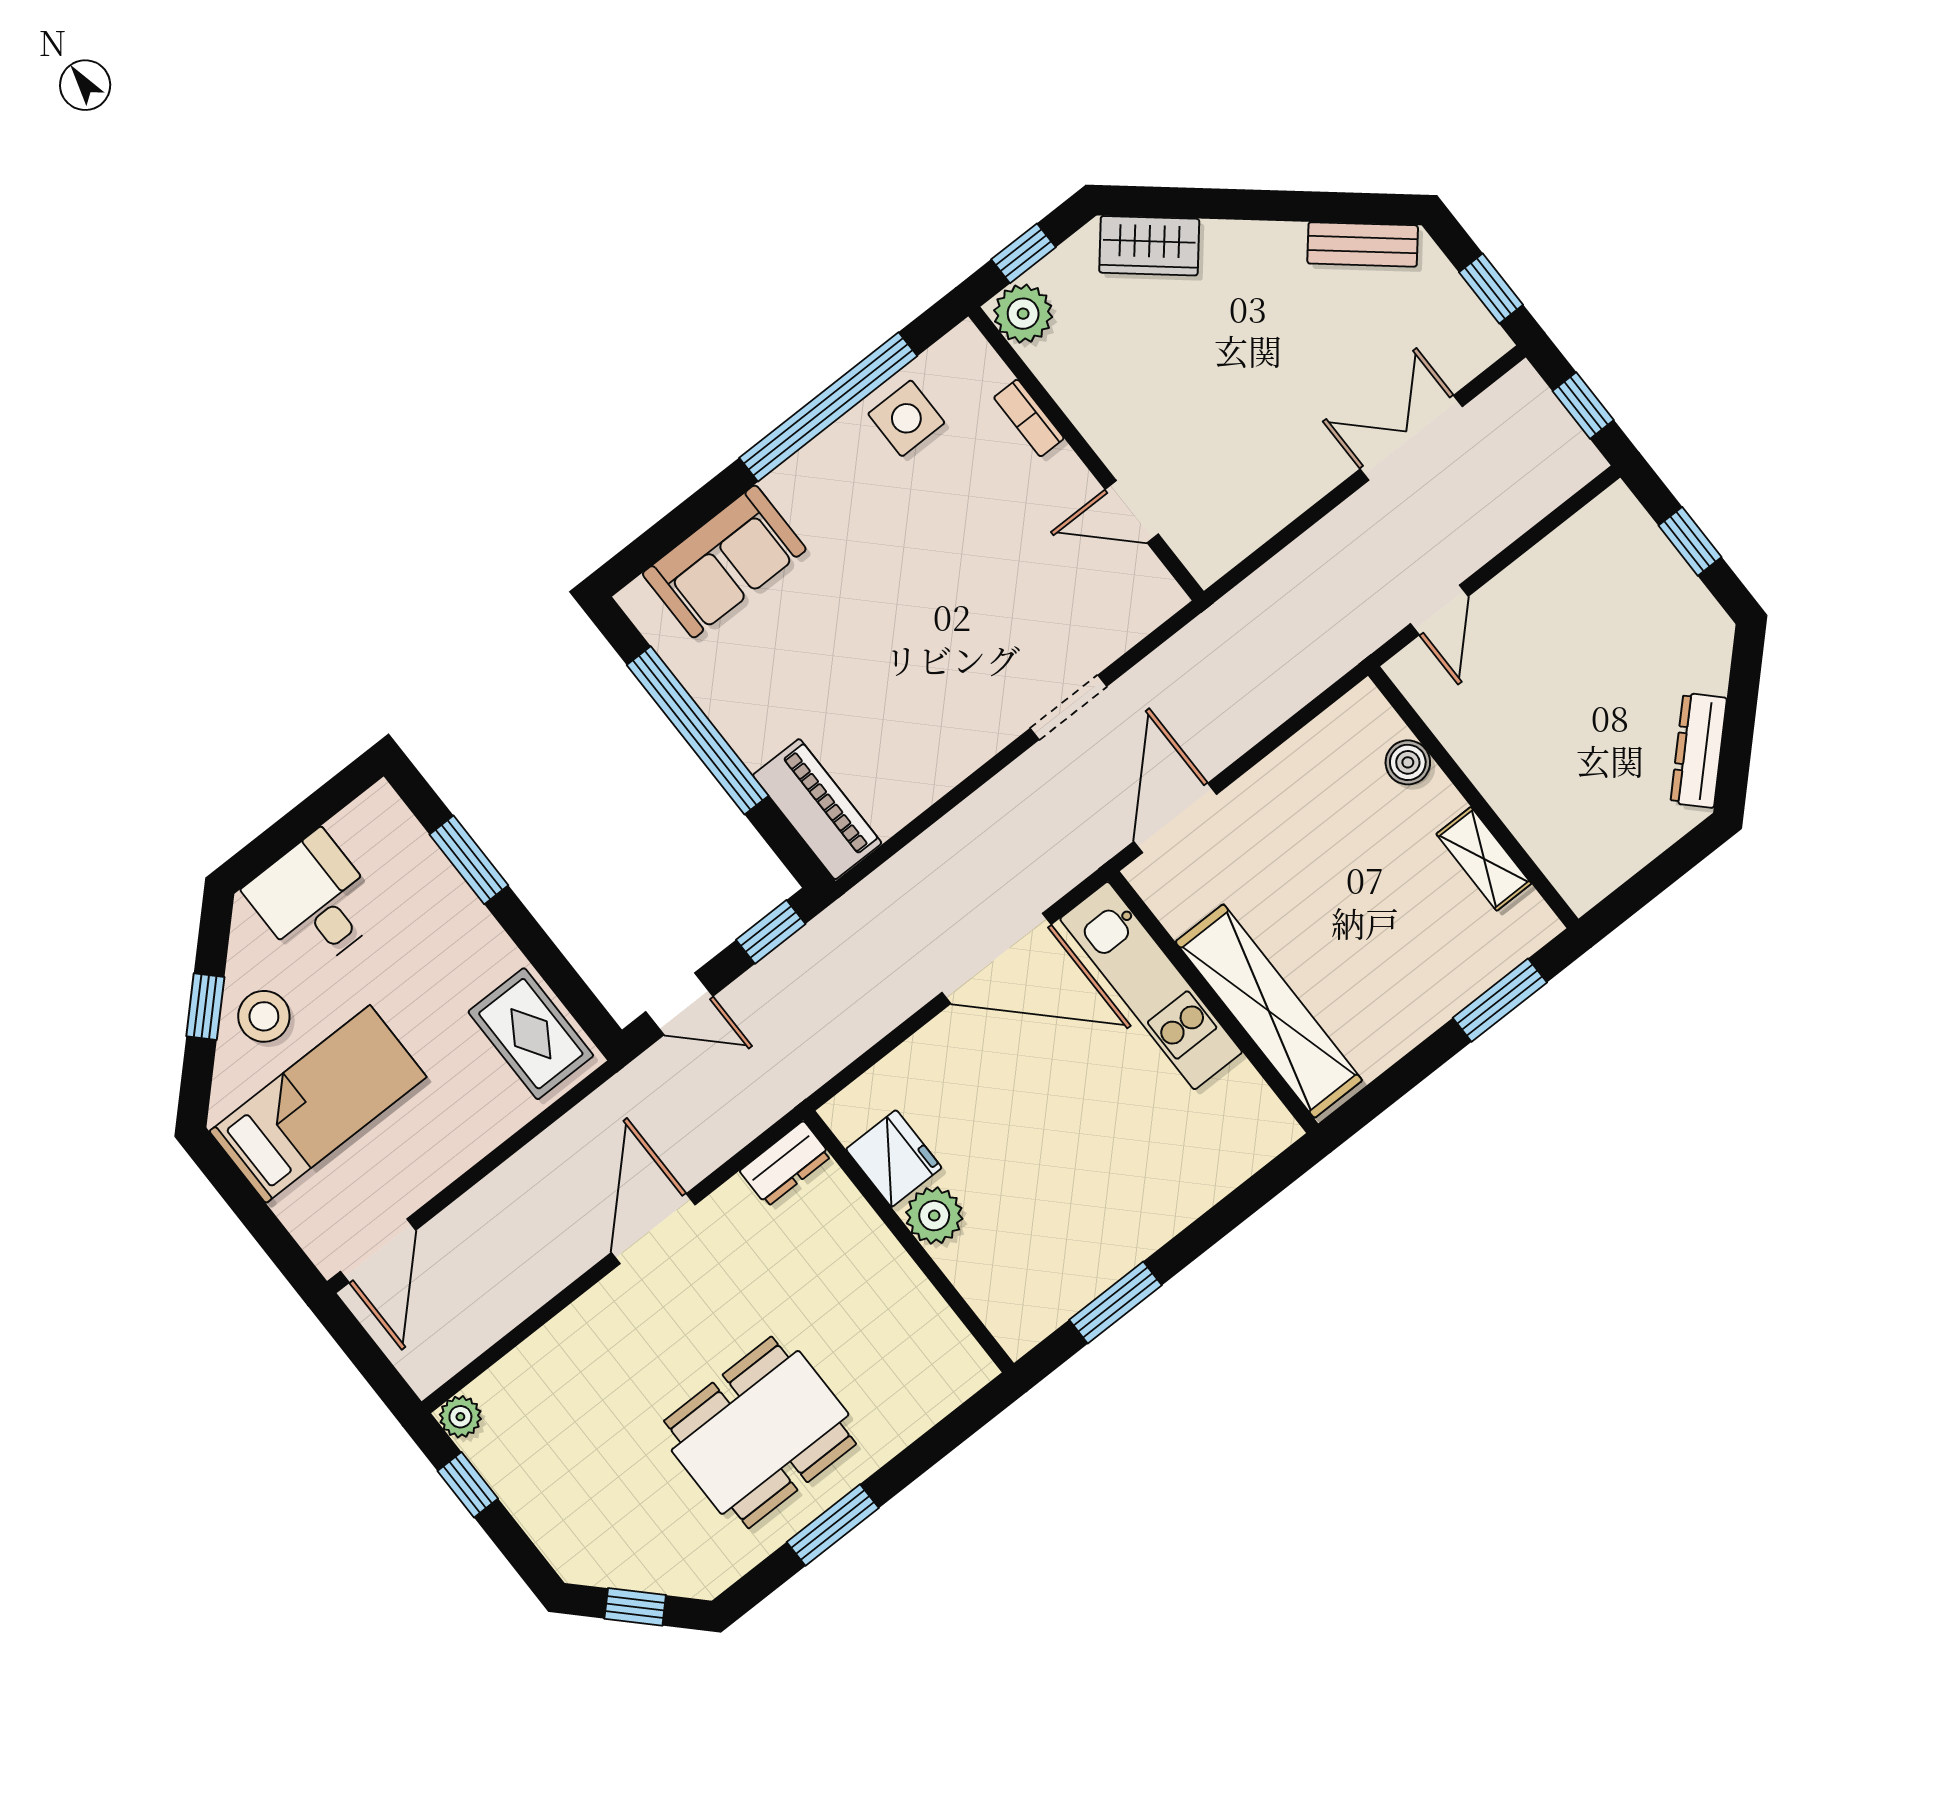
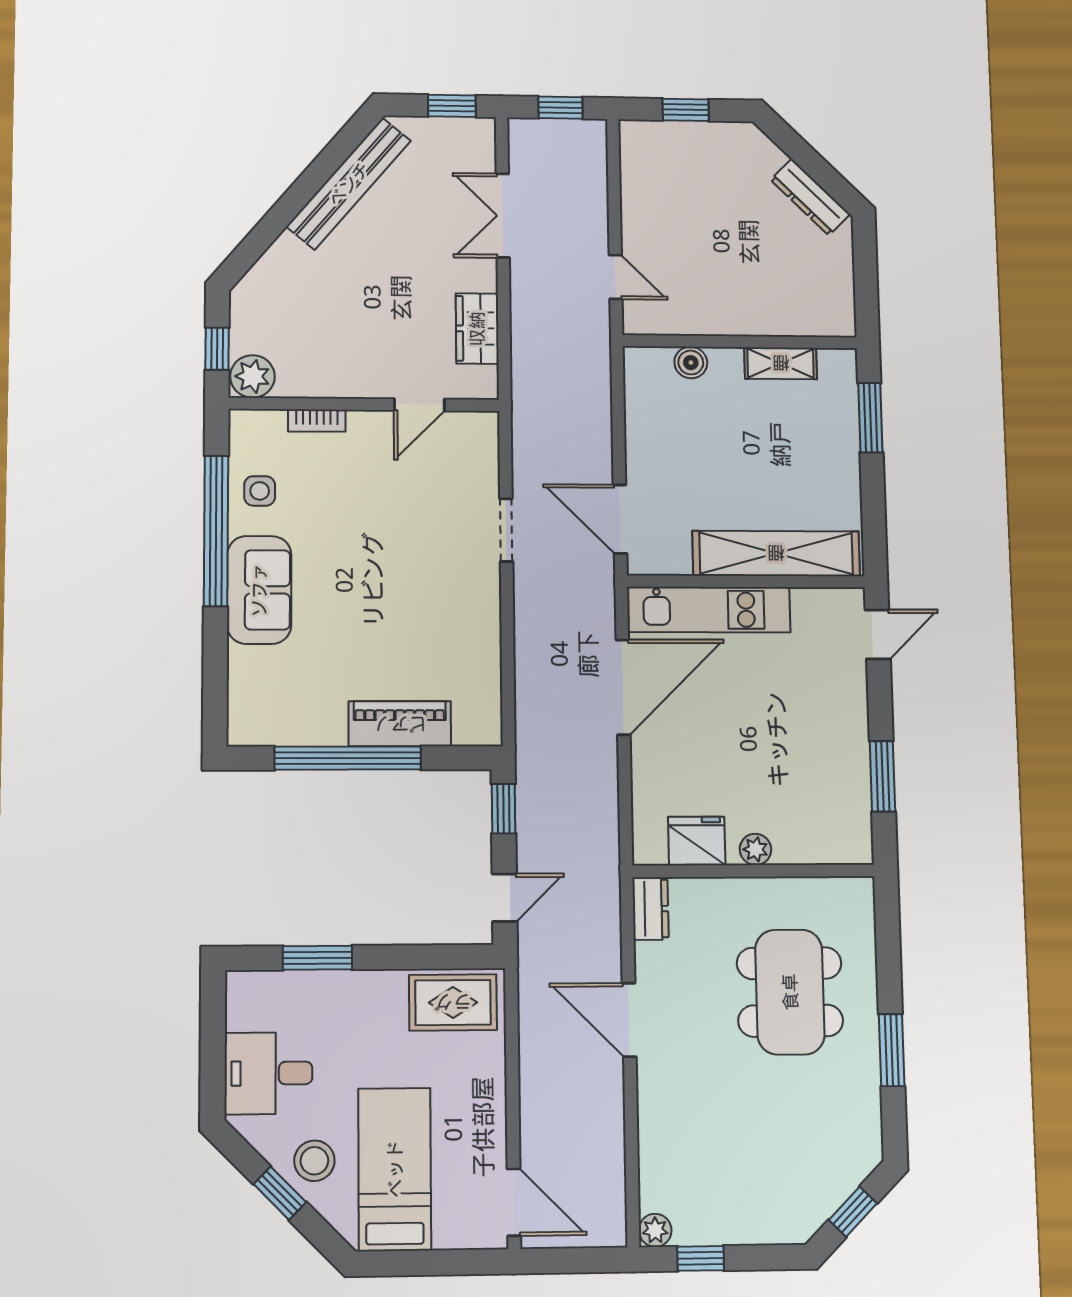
bench: (1363, 244) -> (349, 184), width x1.86, depth x1.21
wardrobe: (1149, 246) -> (477, 329), moved, turned 140
side table: (906, 418) -> (260, 491), width x0.73, depth x0.73
sofa: (724, 561) -> (259, 590), moved
piano: (817, 809) -> (400, 724), moved
door: (1266, 1184) -> (878, 634), added
plant: (934, 1216) -> (755, 849), width x0.73, depth x0.73
dining table: (760, 1432) -> (790, 992), moved

